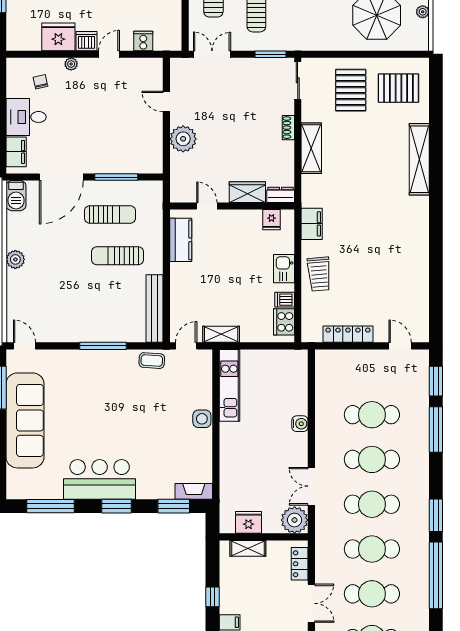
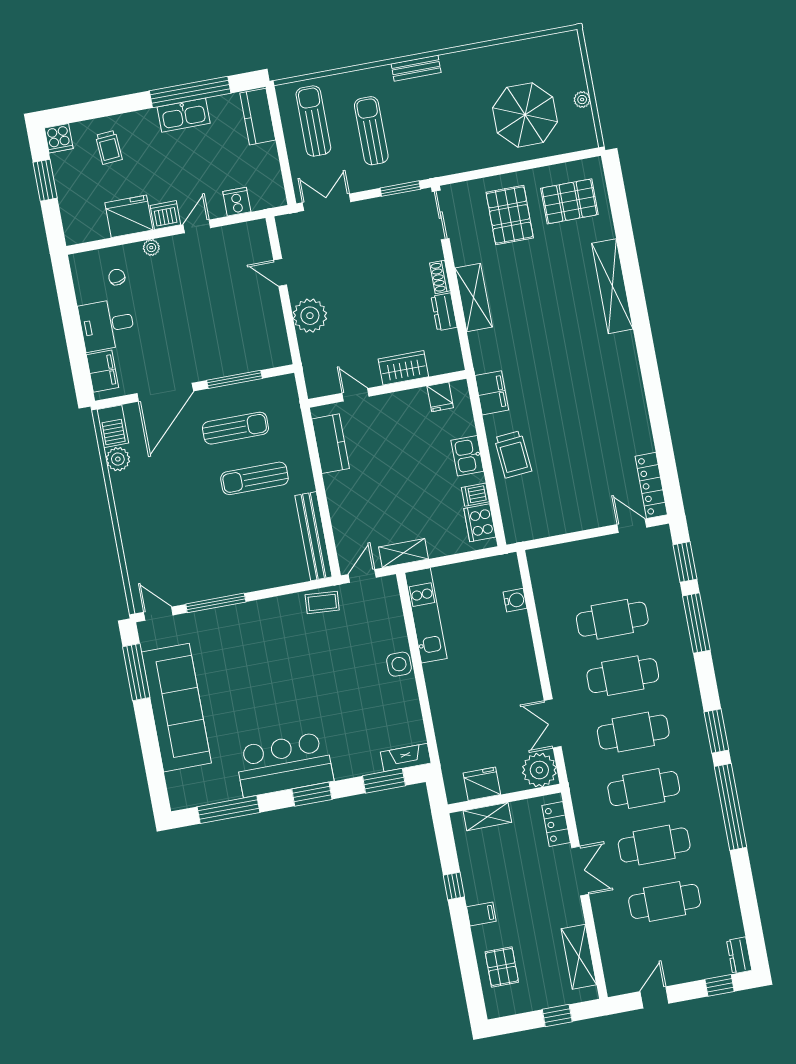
dresser: (281, 195) -> (444, 312), moved, turned -90
plant: (15, 259) -> (118, 459), moved
locker: (348, 334) -> (651, 485), moved, turned -90
window: (103, 346) -> (216, 603), moved
water cooler: (300, 424) -> (515, 600), moved

